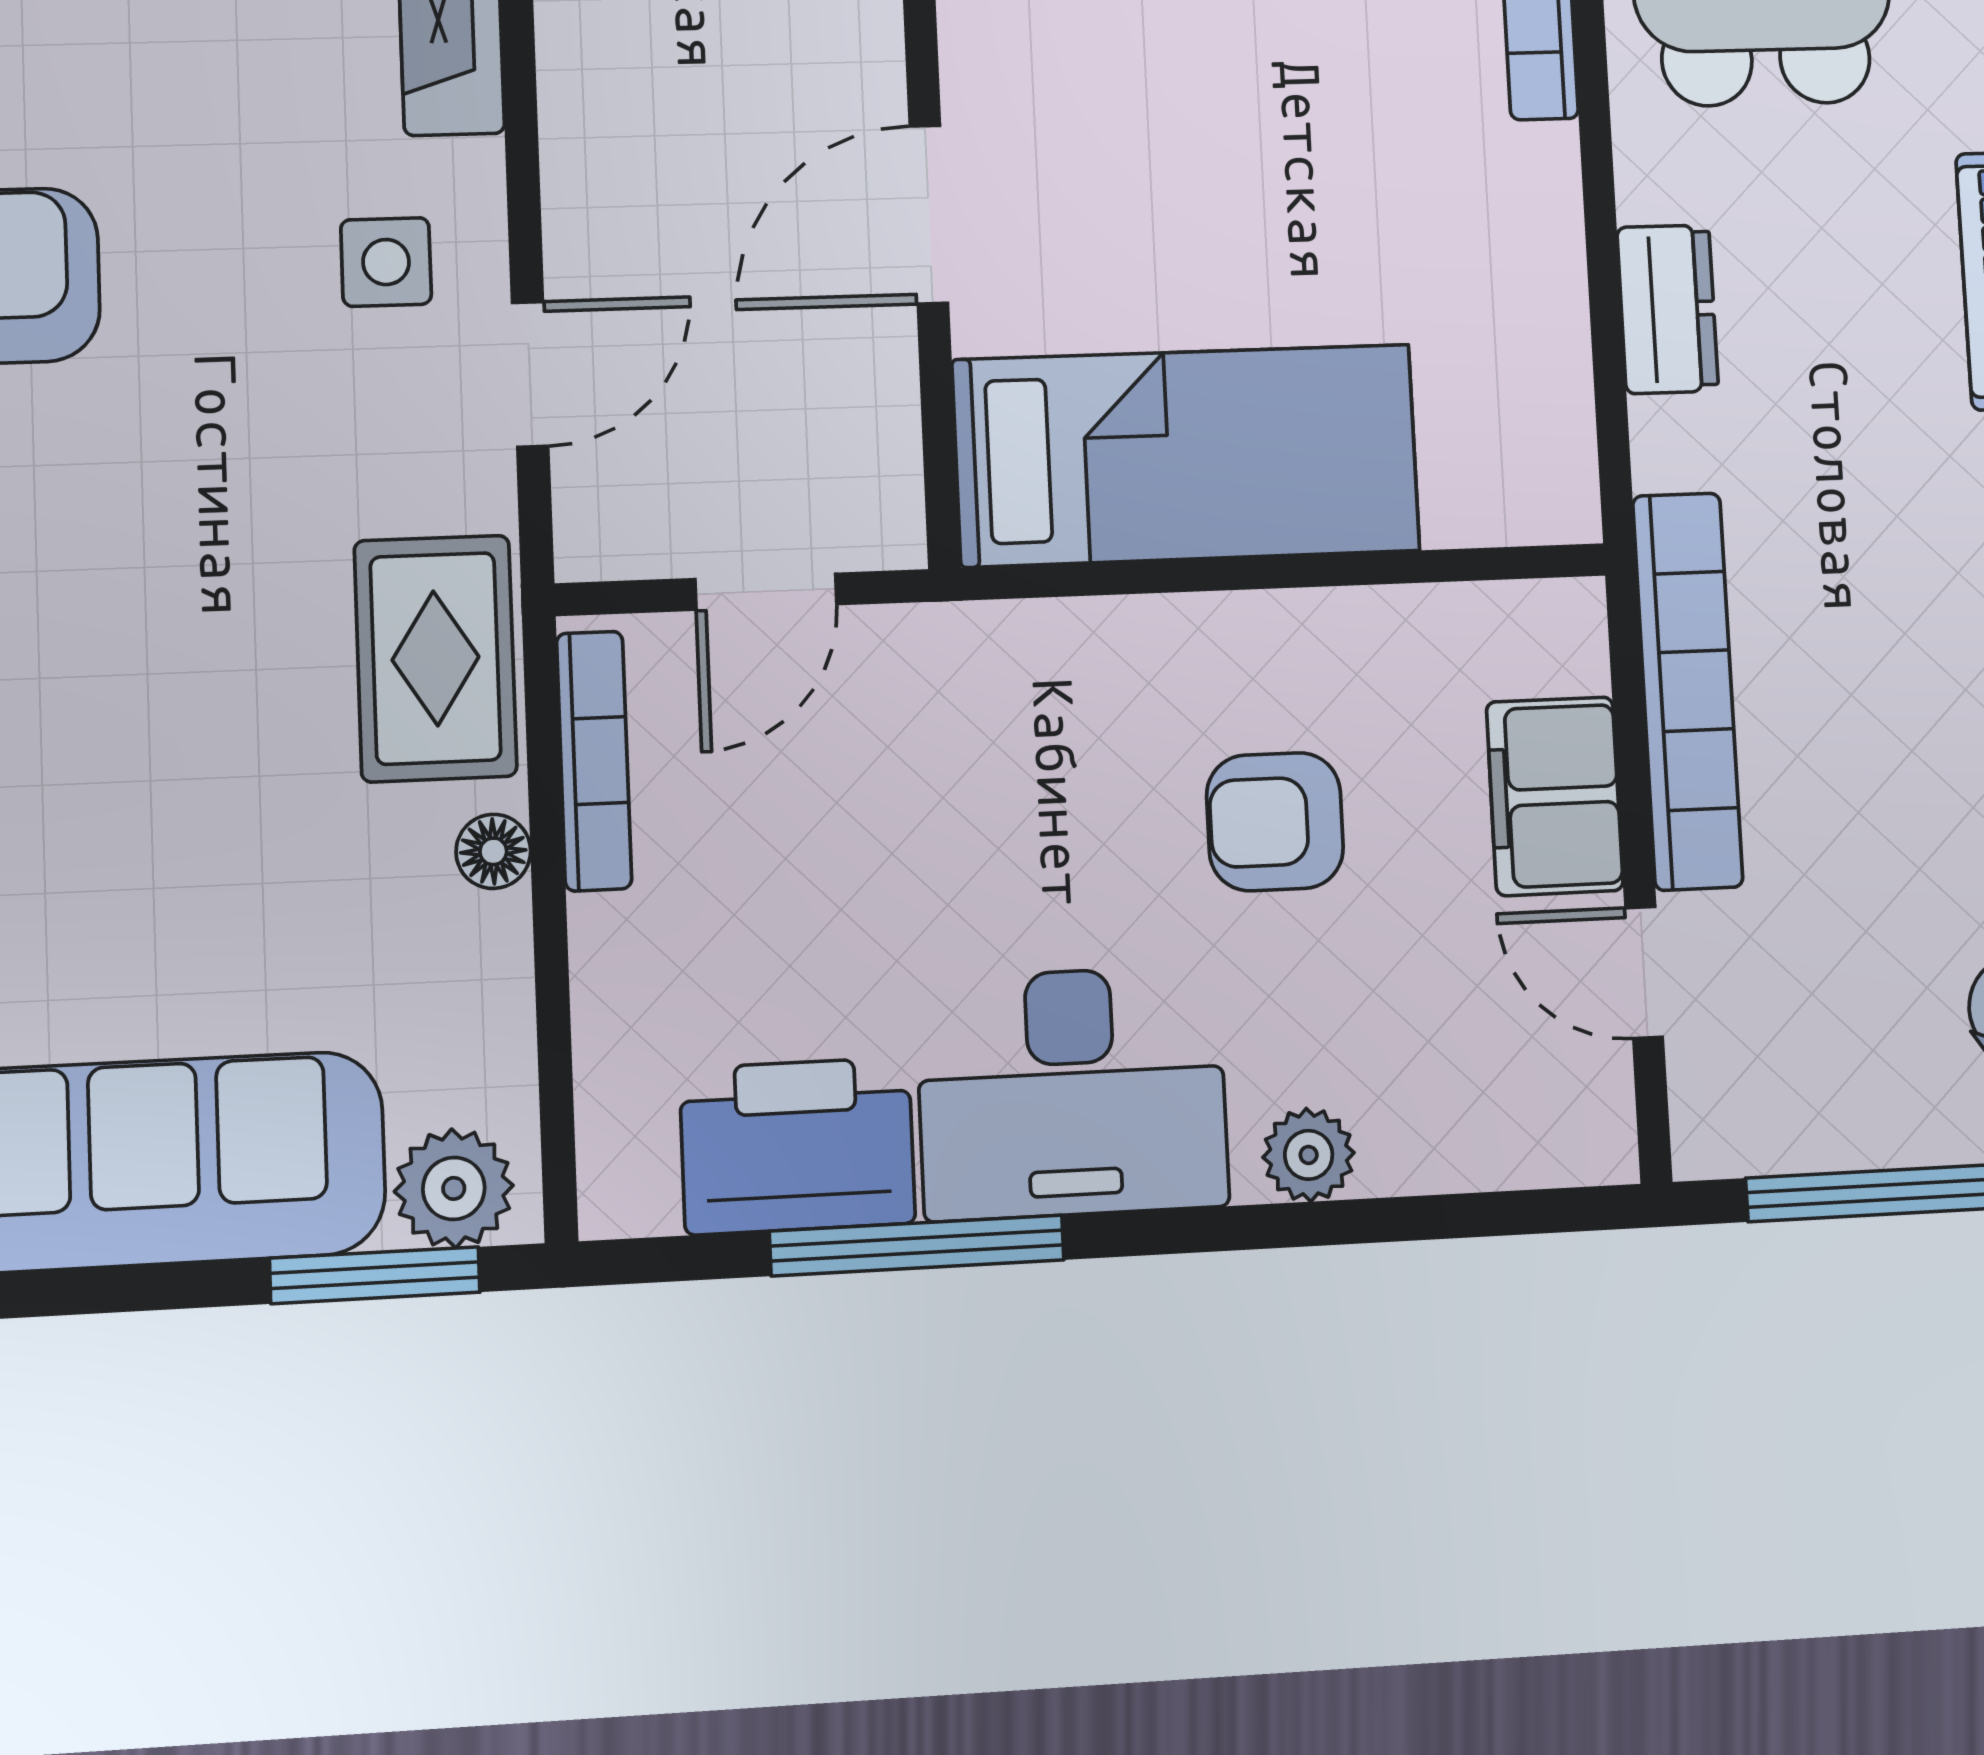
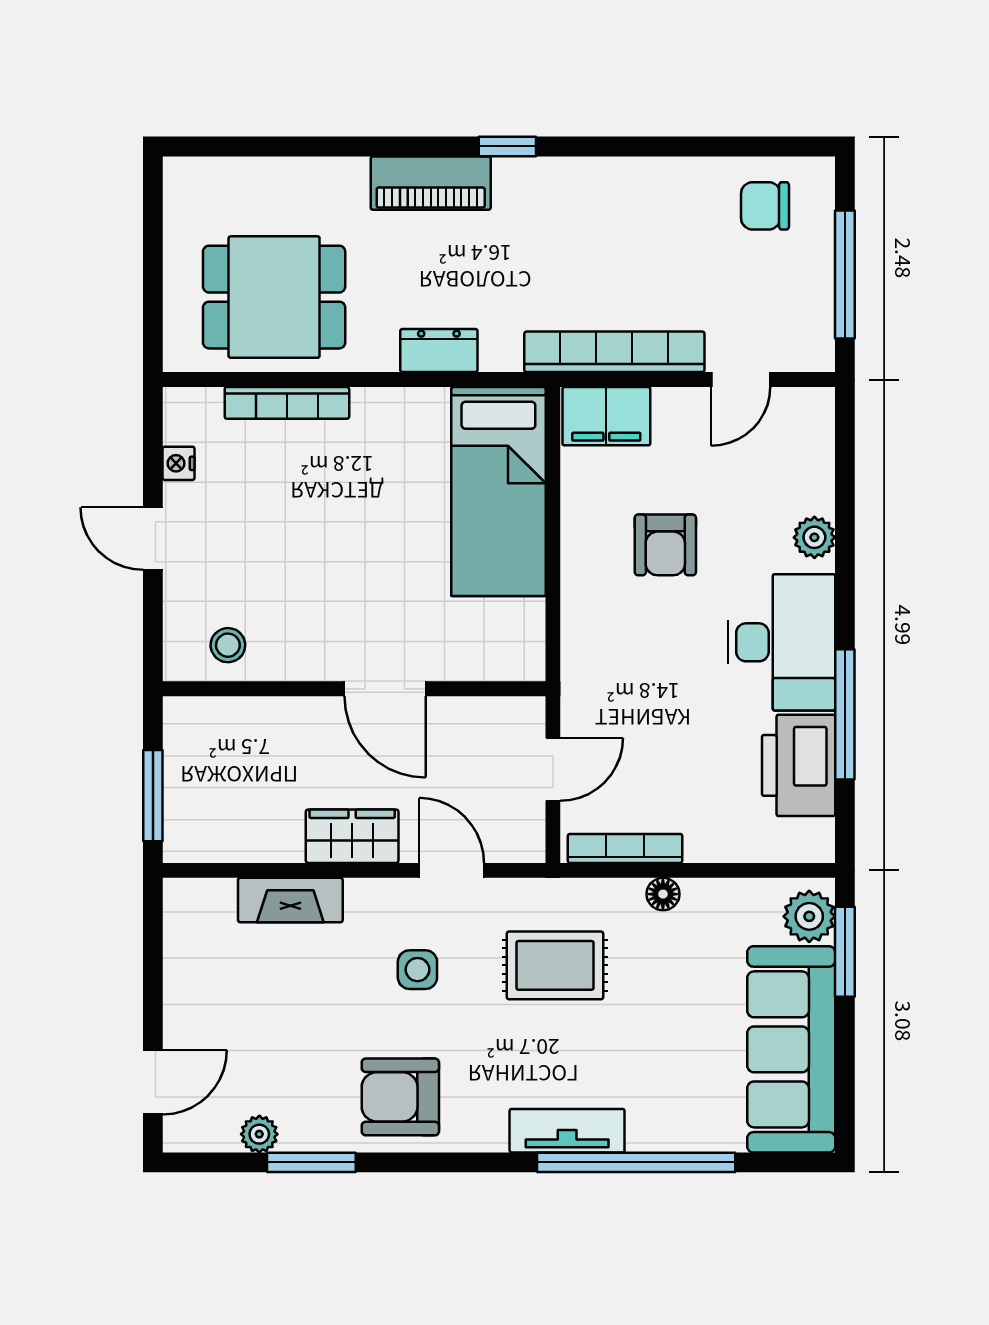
wardrobe: (599, 152) -> (352, 836), added
side table: (386, 262) -> (417, 970), moved
bed: (1186, 455) -> (498, 492), moved, turned 180
door: (766, 592) -> (553, 769), hinge flipped
rug: (436, 658) -> (555, 965), moved
filing cabinet: (1555, 796) -> (606, 416), moved

